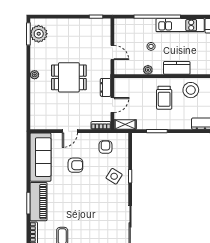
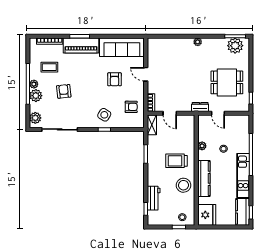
door: (112, 52) -> (218, 113), hinge flipped
kitchen counter: (177, 68) -> (204, 178), width x1.50
dining table: (69, 77) -> (227, 82), moved, turned 90
dresser: (106, 87) -> (200, 107), moved
armchair: (89, 220) -> (64, 91), added

